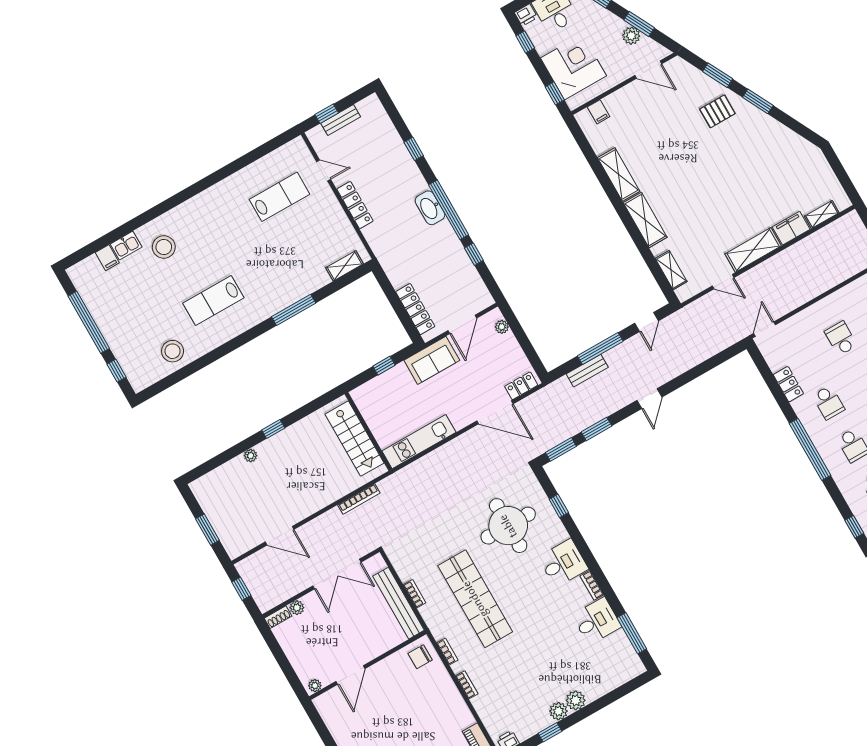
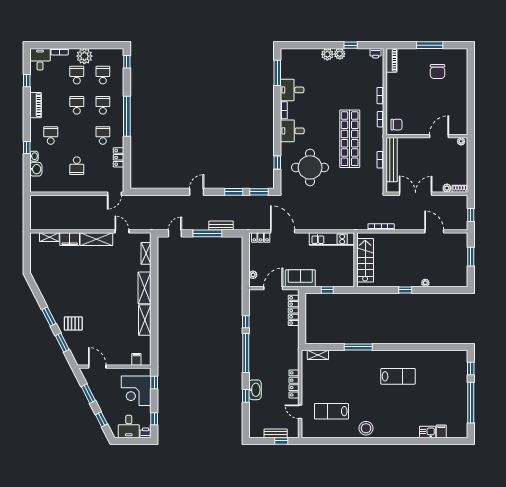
plant: (631, 36) -> (96, 390), removed
washbasin: (430, 208) -> (255, 390), moved
stool: (164, 247) -> (366, 428), moved
stool: (173, 351) -> (435, 362), removed

